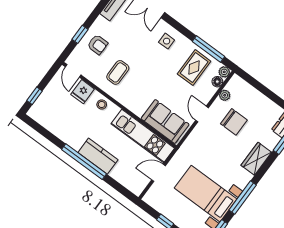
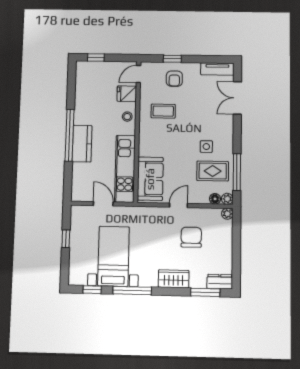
side table: (167, 41) -> (206, 147), moved
plant: (225, 95) -> (227, 214), moved
chair: (234, 122) -> (191, 237), turned 180

